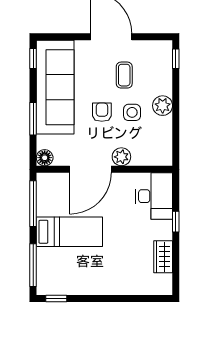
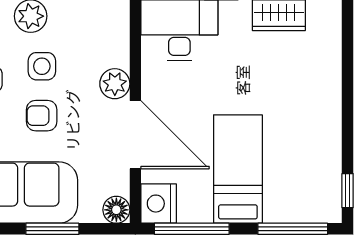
nightstand: (48, 183) -> (159, 204), added

